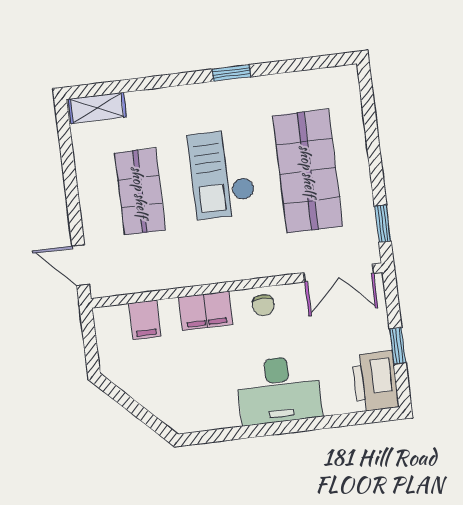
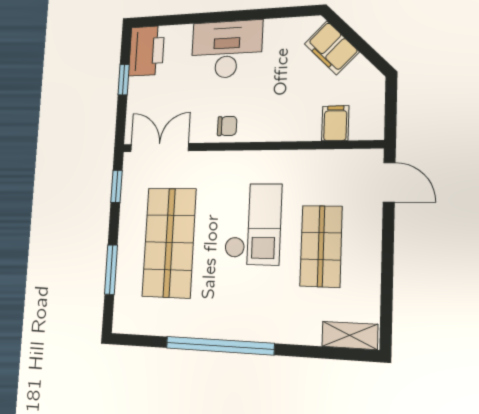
window: (231, 73) -> (219, 346), width x3.17
window: (371, 131) -> (111, 270), added
checkout: (222, 174) -> (253, 224), moved
chair: (263, 305) -> (227, 126), turned 90
filing cabinet: (206, 311) -> (332, 48), moved, turned -135

